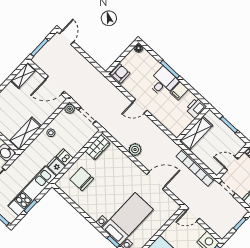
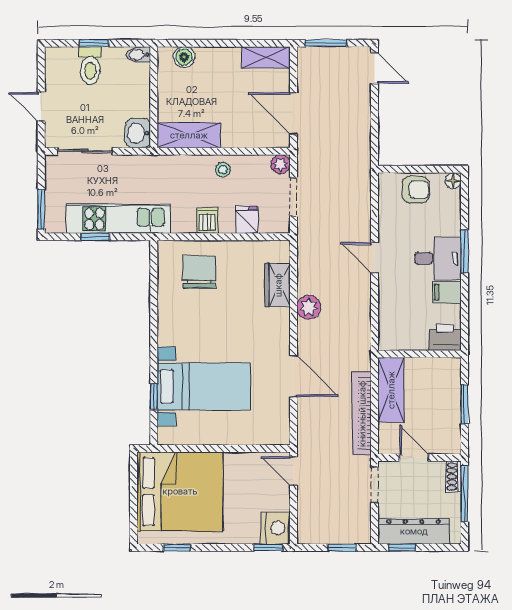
door: (67, 38) -> (374, 68), hinge flipped
armchair: (120, 74) -> (416, 190), moved
shelving: (196, 133) -> (391, 390), moved, turned 90
wardrobe: (98, 147) -> (278, 285), moved, turned 90
fridge: (56, 166) -> (247, 220), moved

